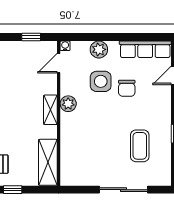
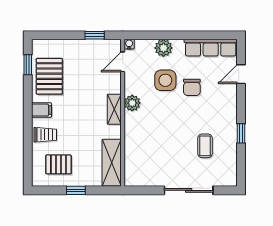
coffee table: (140, 146) -> (205, 146), width x0.73, depth x0.77

